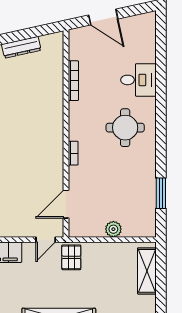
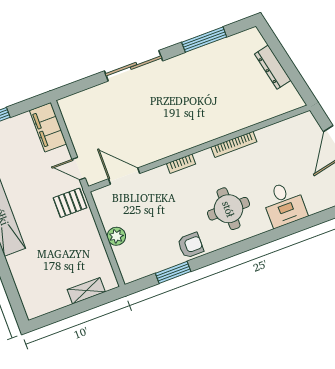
bookcase: (73, 81) -> (234, 144), moved
armchair: (144, 170) -> (191, 245), added
shelving: (147, 271) -> (86, 291), width x0.67, depth x0.75

